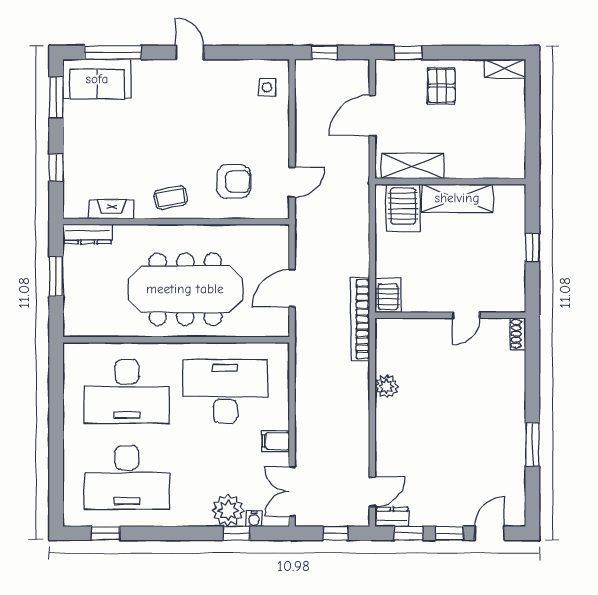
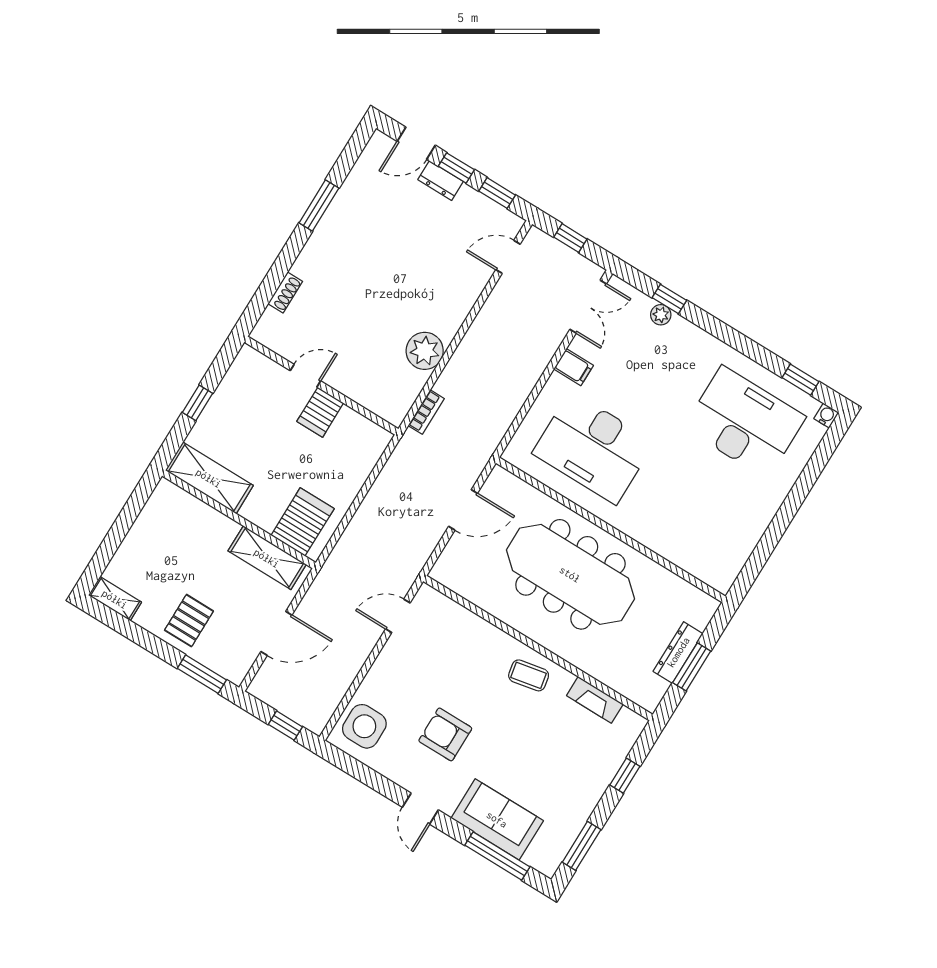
window: (408, 53) -> (202, 674), width x1.50
sofa: (97, 79) -> (497, 819), moved
side table: (267, 87) -> (364, 726), width x1.87, depth x1.87
armchair: (234, 182) -> (445, 734), moved
shelving: (457, 198) -> (209, 478), moved
dresser: (88, 234) -> (678, 652), moved, turned -90
server rack: (388, 295) -> (320, 412), moved
bookcase: (360, 319) -> (426, 412), width x0.43, depth x0.76
shoe rack: (518, 334) -> (285, 292), moved
plant: (387, 386) -> (425, 351), width x1.36, depth x1.36
desk: (127, 391) -> (692, 508), removed
plant: (228, 510) -> (661, 315), width x0.53, depth x0.53
dresser: (392, 517) -> (441, 181), moved
water cooler: (254, 519) -> (826, 416), moved

